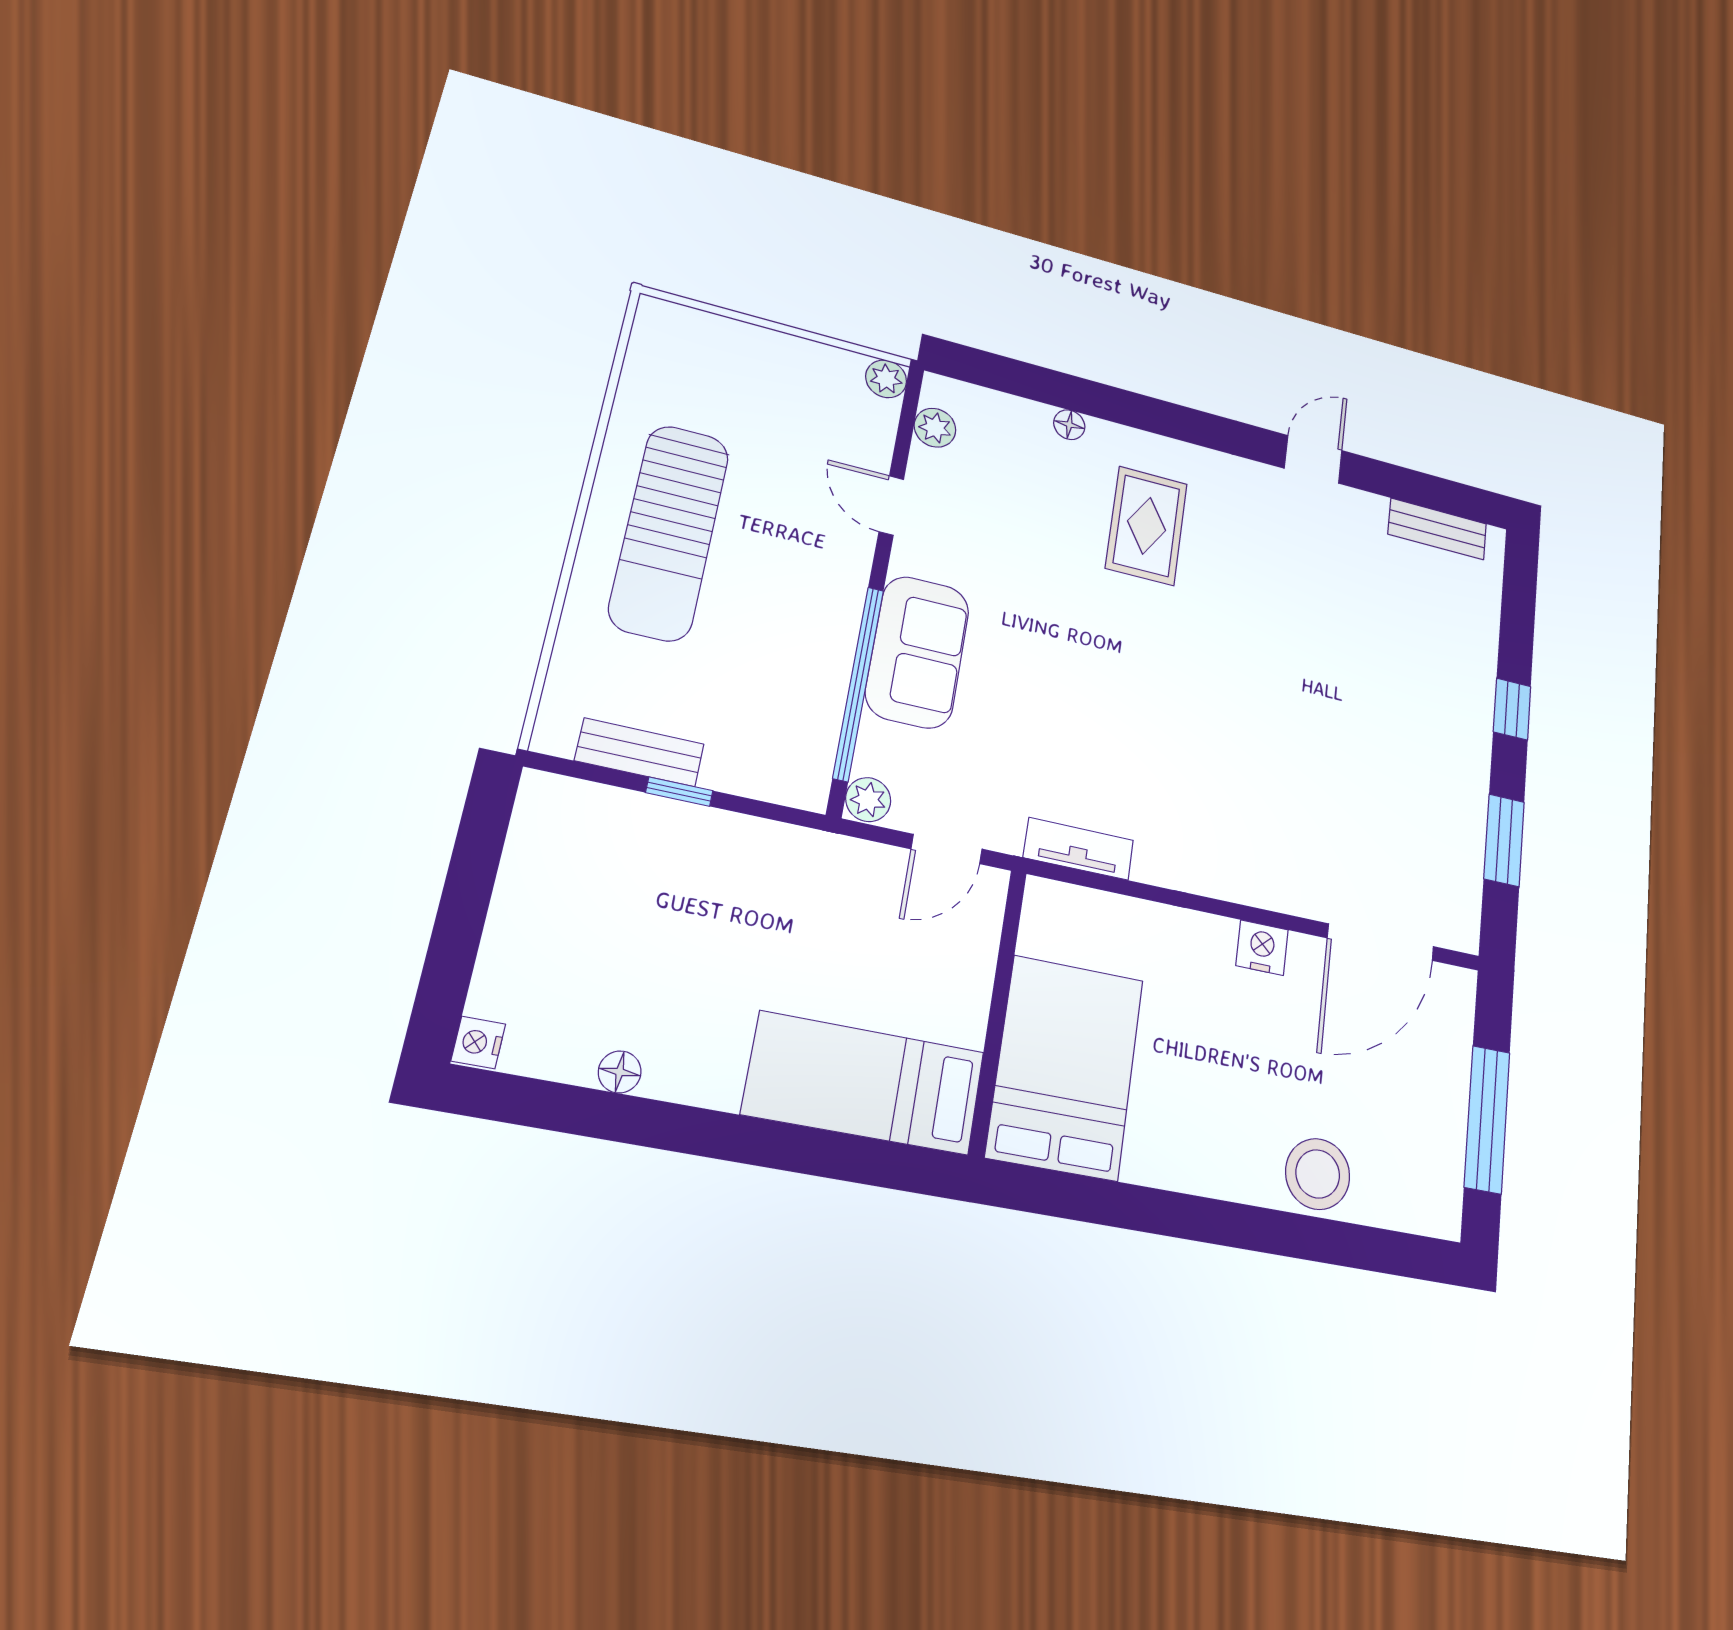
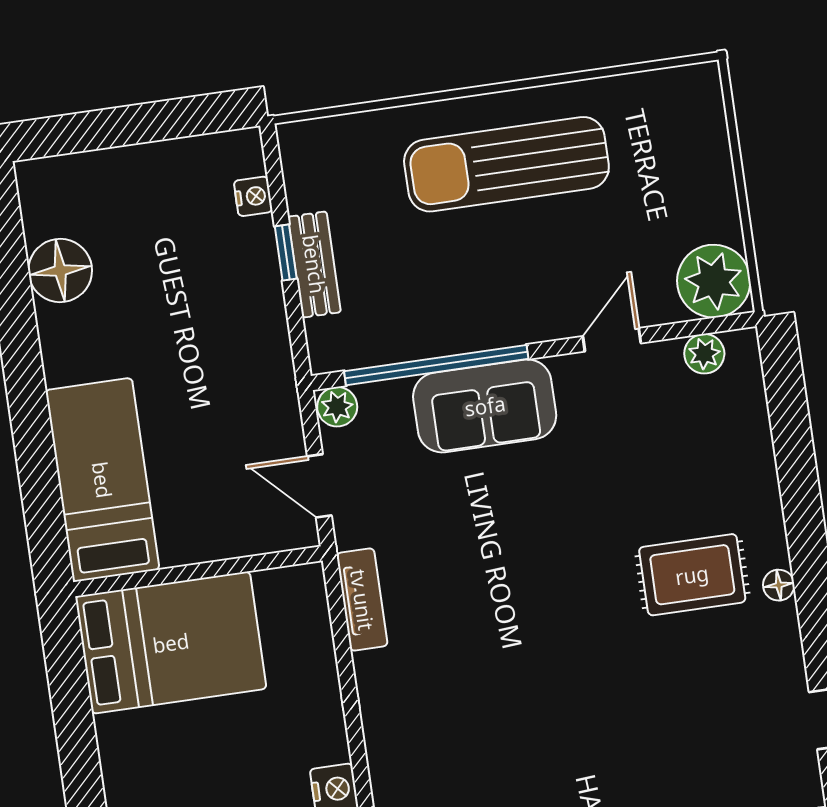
plant: (886, 379) -> (714, 281), width x1.88, depth x1.88
floor lamp: (1069, 425) -> (779, 585), moved
bench: (640, 752) -> (314, 264), moved
nightstand: (478, 1042) -> (253, 196), moved, turned 90
floor lamp: (620, 1072) -> (60, 270), width x1.89, depth x1.89

